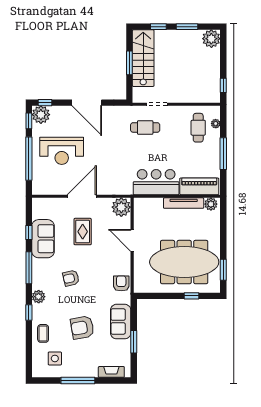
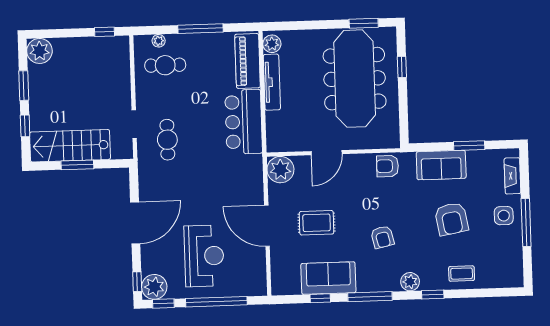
side table: (55, 358) -> (504, 216), moved

